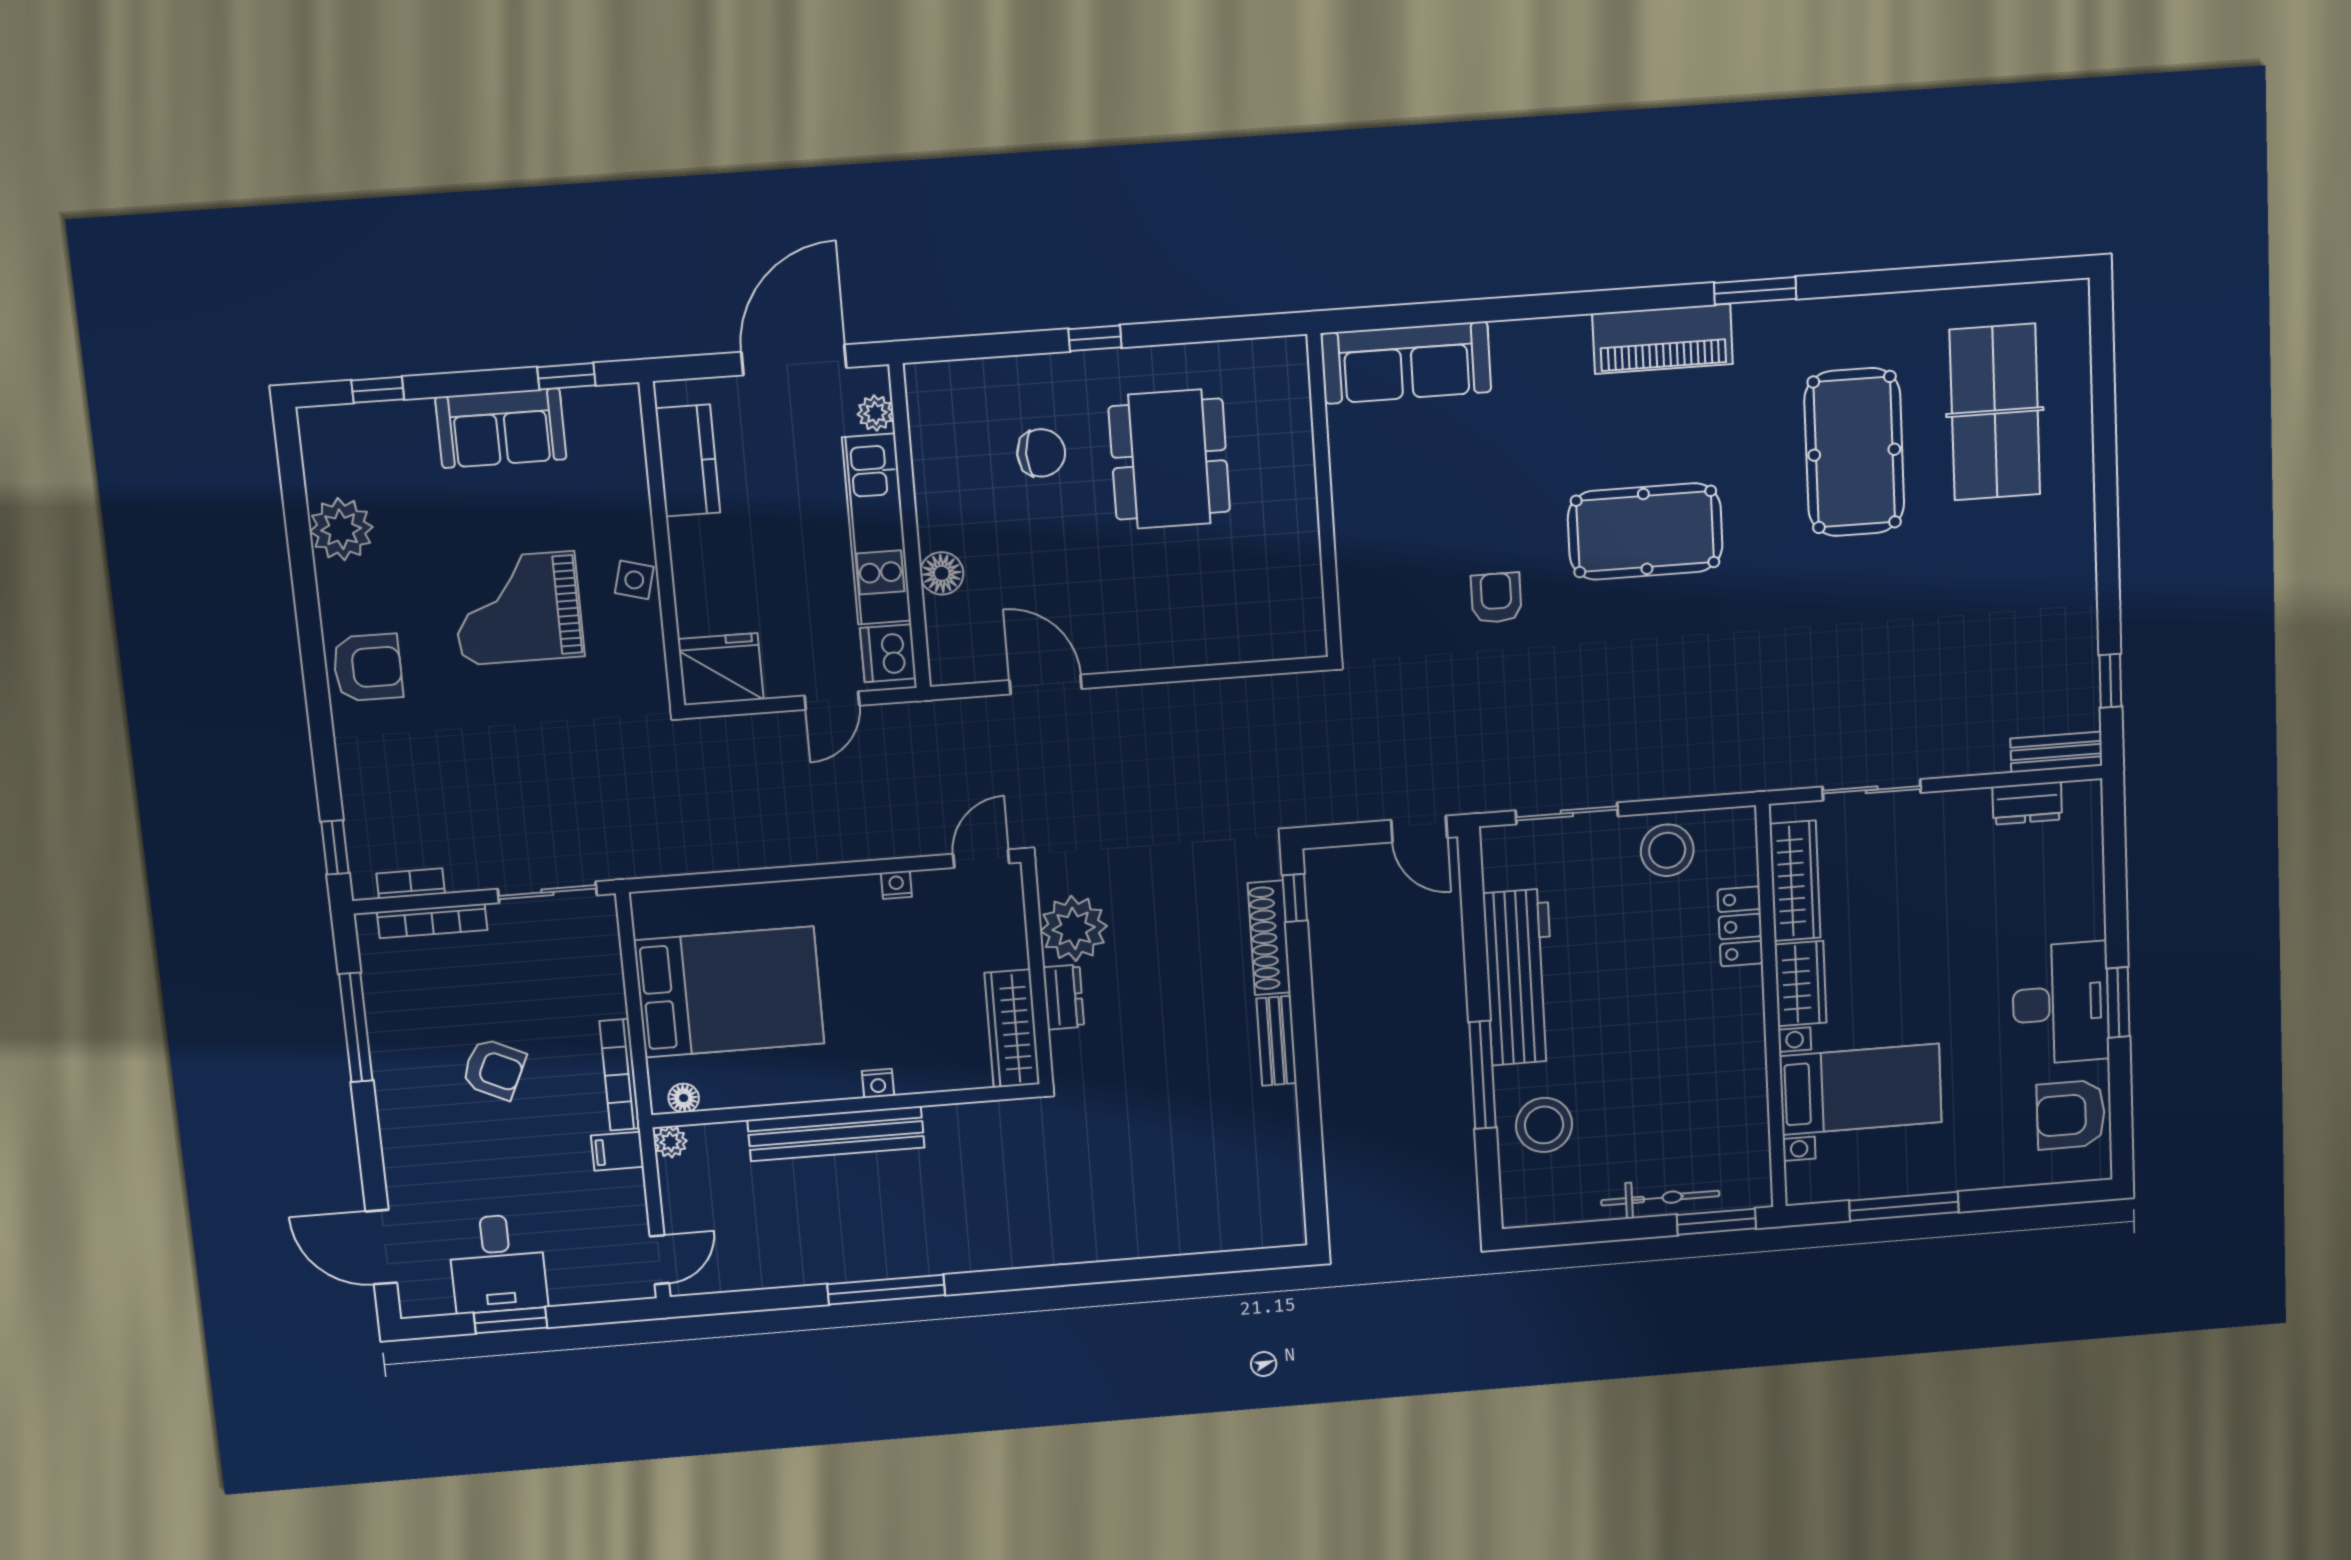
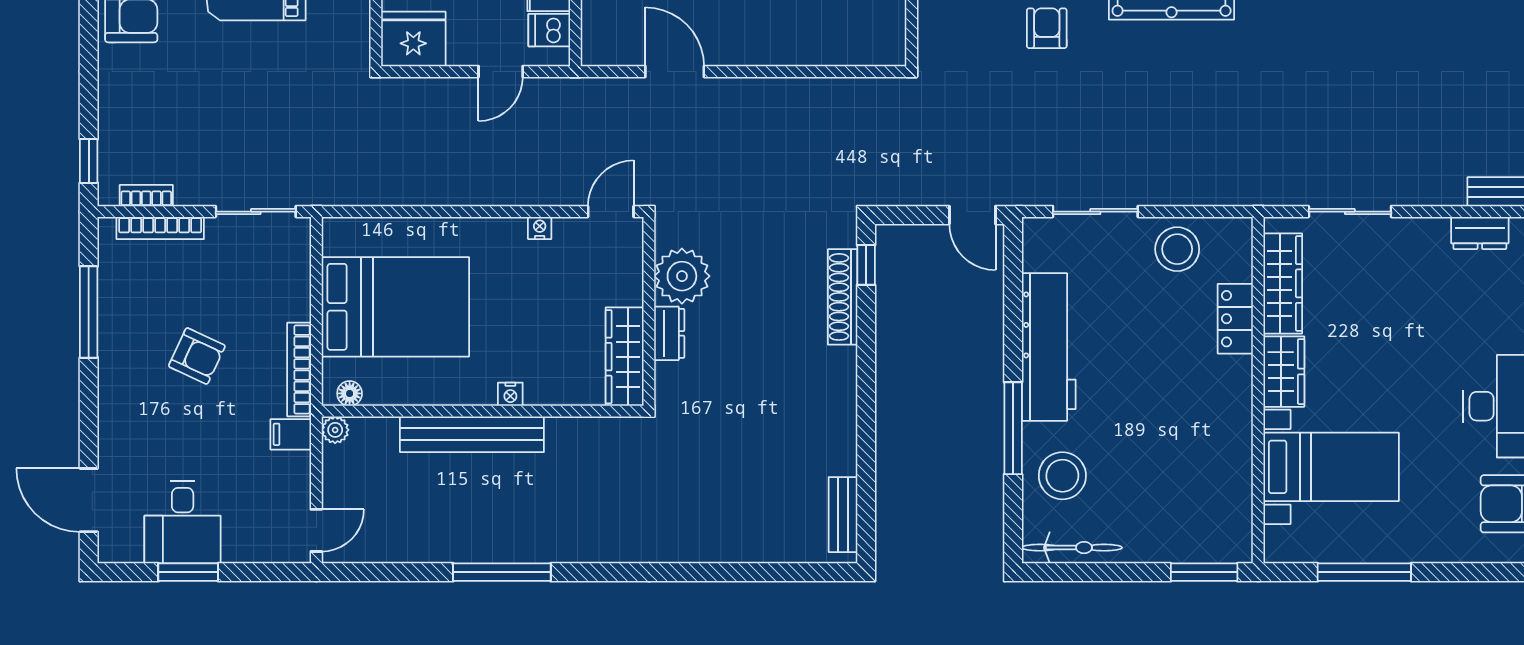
dishwasher: (888, 653) -> (549, 30), width x0.73
bench: (1277, 1041) -> (843, 515), moved
bicycle: (1660, 1198) -> (1072, 548), moved

